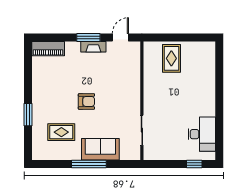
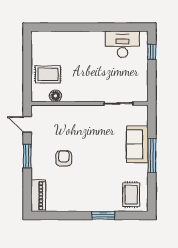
fireplace: (93, 47) -> (36, 151), removed
floor lamp: (149, 66) -> (55, 96), added
armchair: (86, 101) -> (64, 158), moved
rug: (61, 132) -> (131, 195), moved

